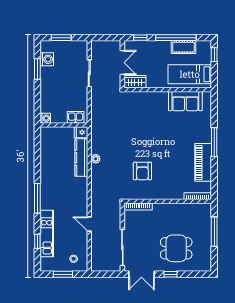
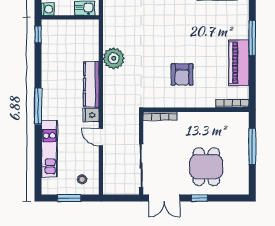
fridge: (81, 132) -> (91, 115), moved
kitchen counter: (81, 158) -> (91, 84), moved
plant: (96, 159) -> (114, 58), width x1.87, depth x1.87
armchair: (142, 171) -> (182, 74), moved
window: (37, 241) -> (38, 34), moved
dining table: (176, 248) -> (206, 167), turned 90

